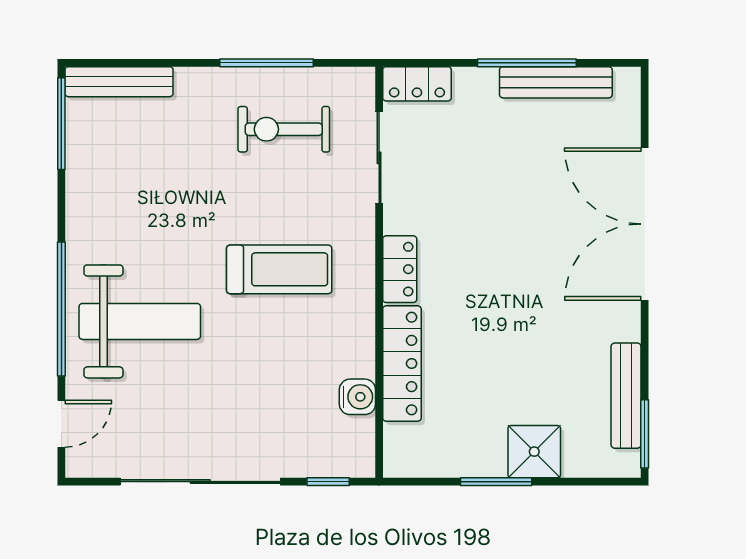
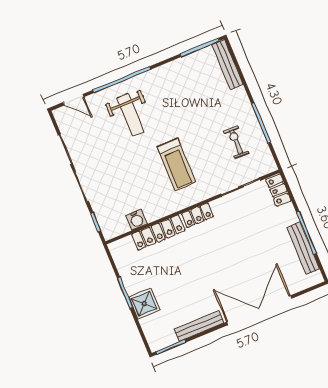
exercise bike: (284, 129) -> (236, 142), width x0.73, depth x0.72
weight bench: (140, 321) -> (130, 115), width x0.73, depth x0.75
bench: (626, 396) -> (199, 326), moved

